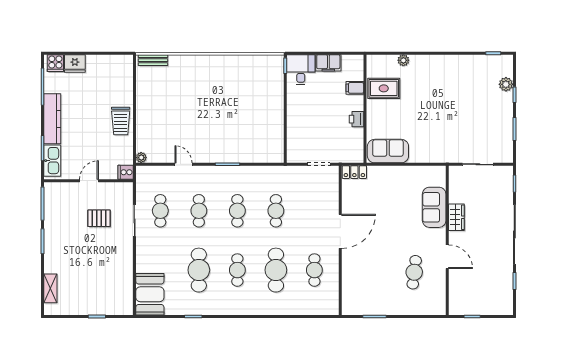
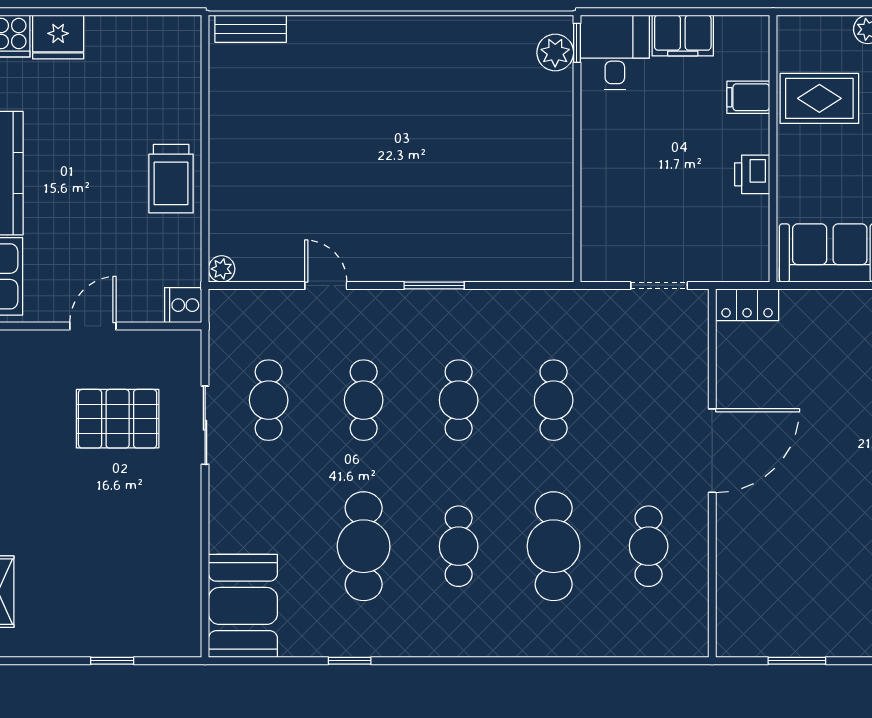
plant: (277, 70) -> (555, 53), added
pallet: (99, 218) -> (118, 419), width x1.50, depth x1.42

